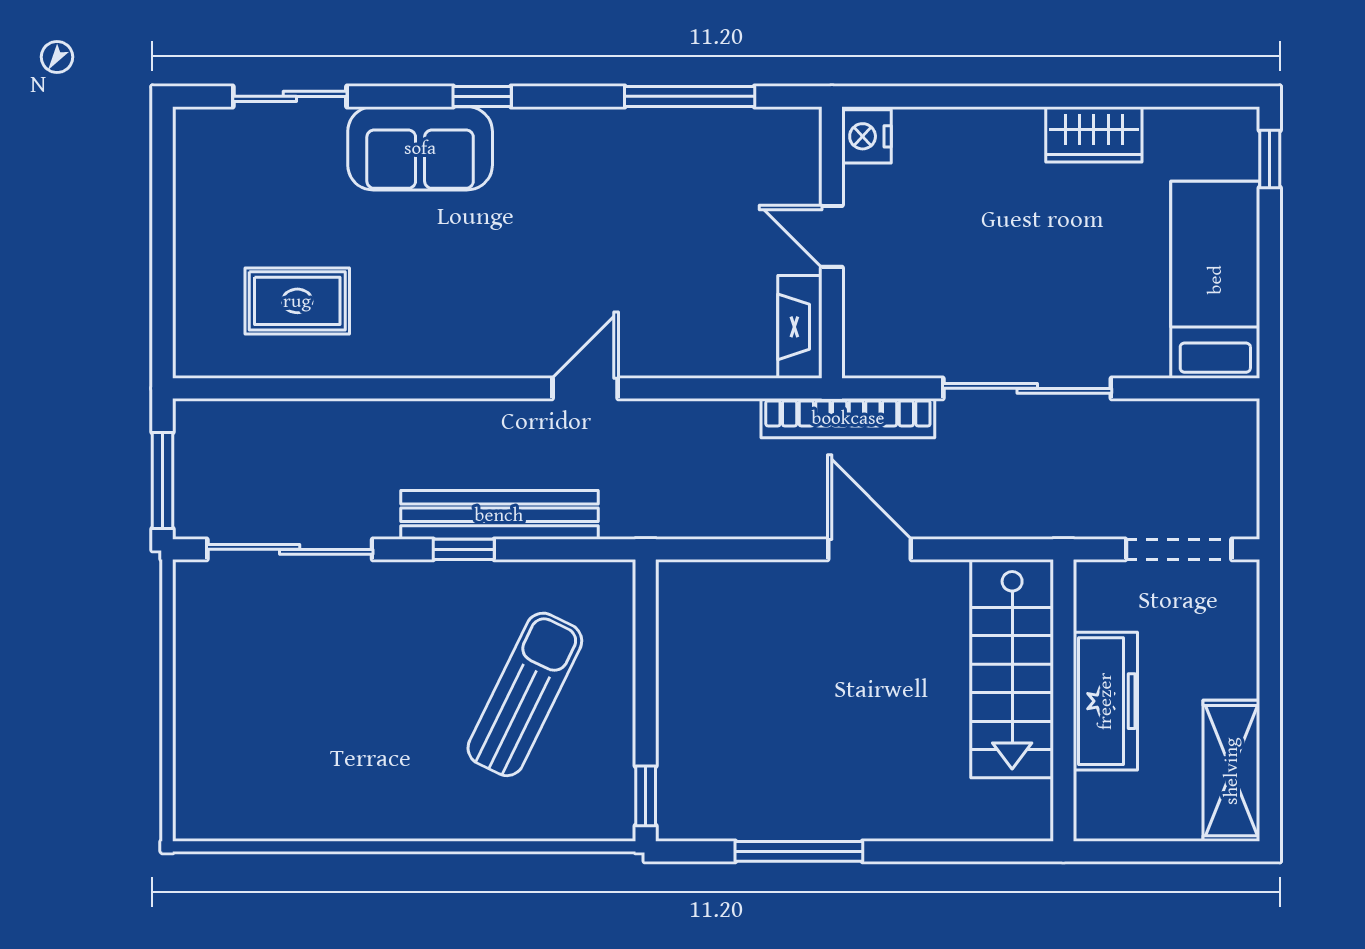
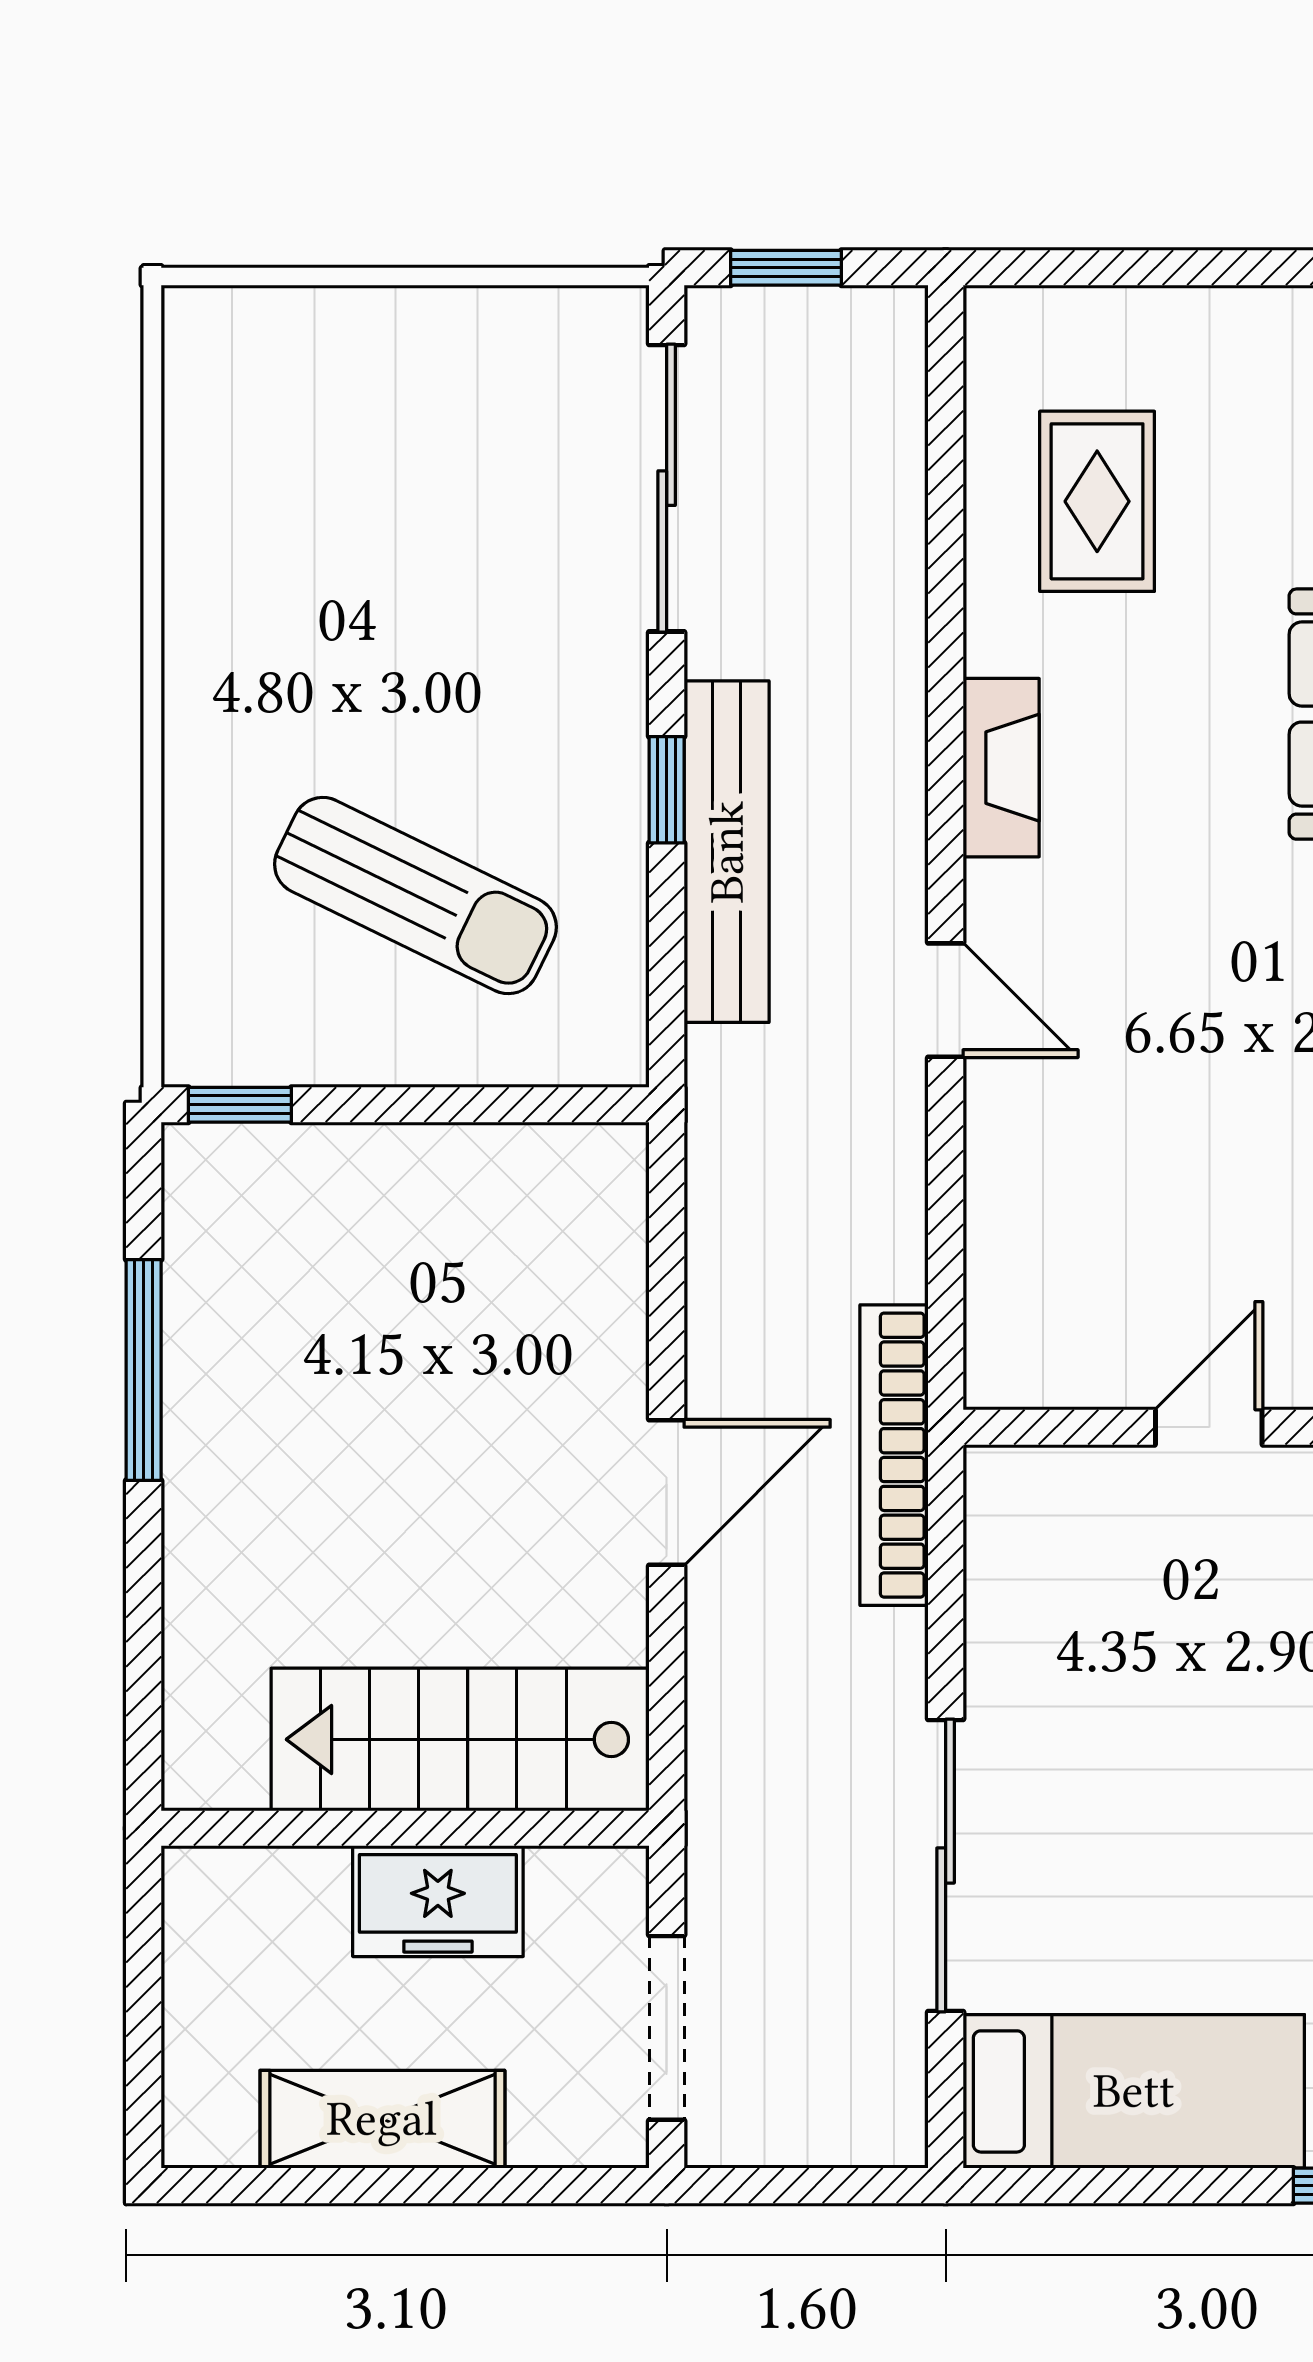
fireplace: (800, 327) -> (1001, 768), moved, turned 90
sliding door: (1027, 388) -> (946, 1866), moved
window: (162, 481) -> (786, 268), width x0.67
freezer: (1105, 701) -> (438, 1901), width x0.71
shelving: (1231, 771) -> (382, 2119), moved

